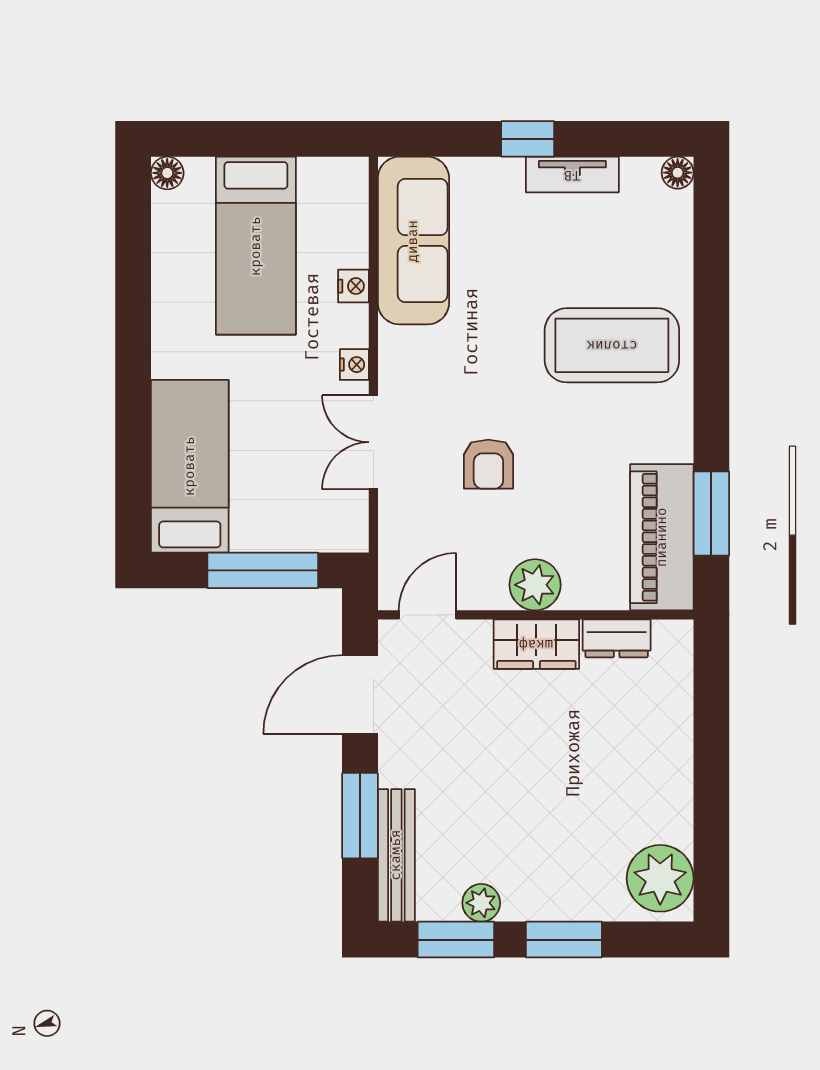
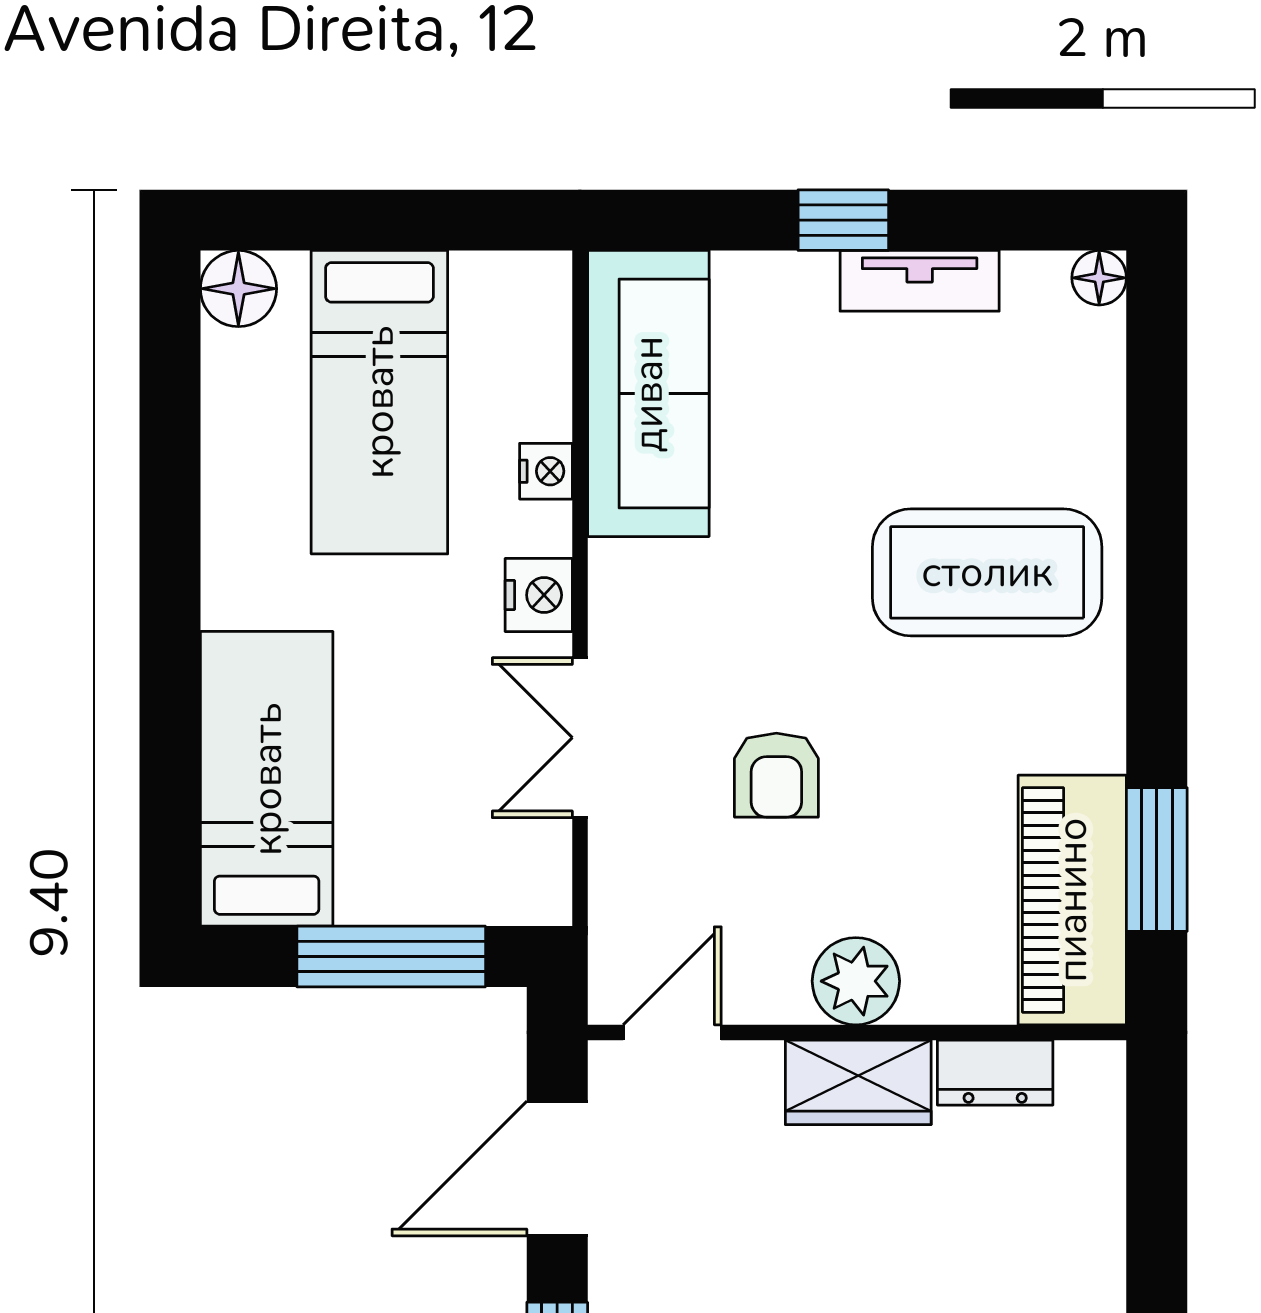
floor lamp: (167, 173) -> (238, 289), width x1.37, depth x1.37
nightstand: (354, 365) -> (539, 595), width x1.39, depth x1.35

